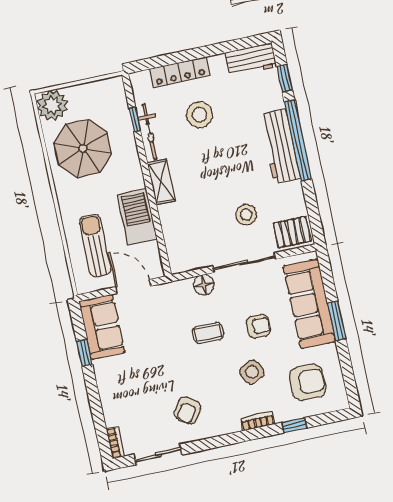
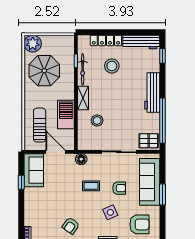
workbench: (251, 60) -> (141, 42), width x1.38
window: (298, 140) -> (163, 121), moved
stool: (246, 215) -> (97, 121), moved
floor lamp: (204, 285) -> (81, 159), moved

